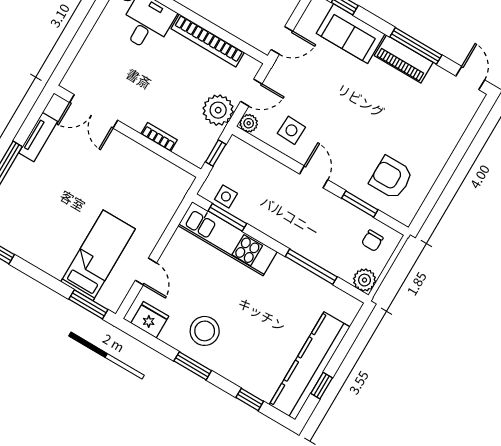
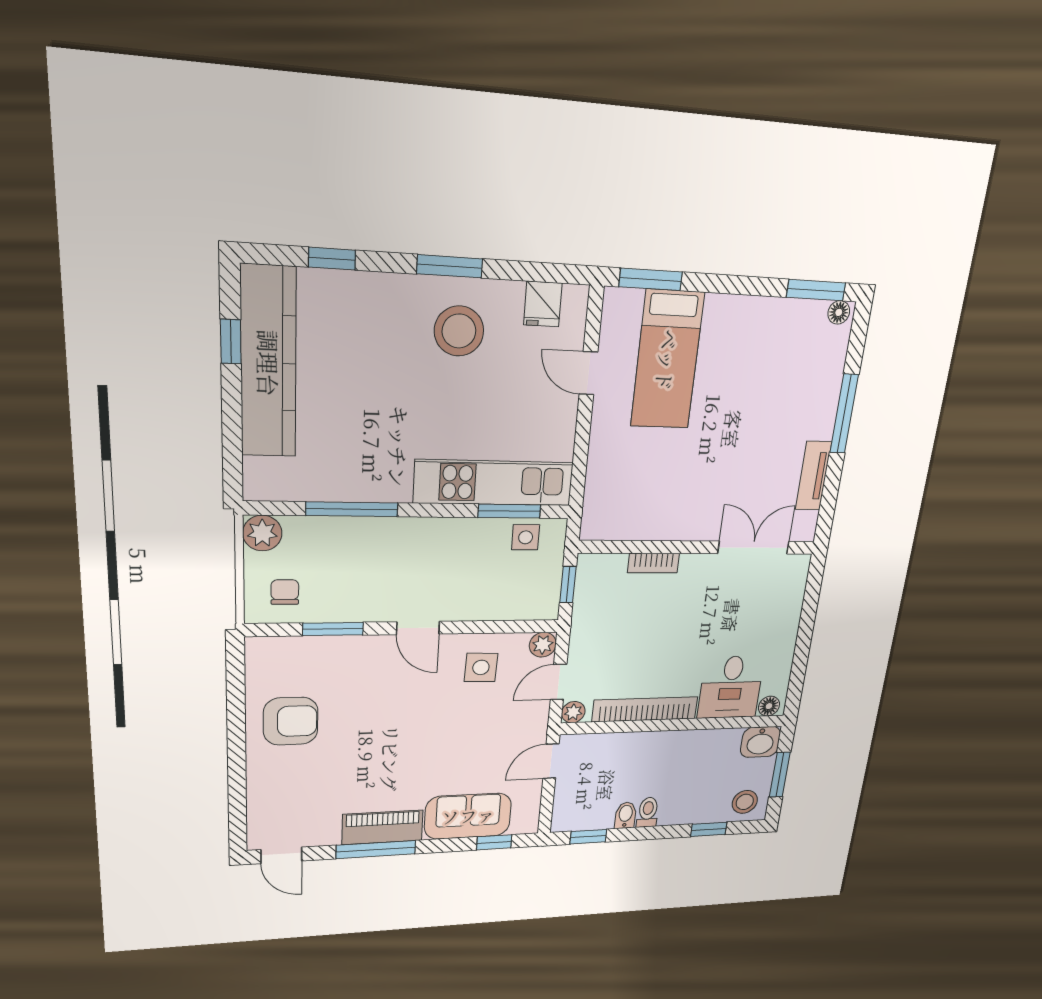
plant: (218, 110) -> (573, 712), moved, width x0.53, depth x0.53
armchair: (391, 178) -> (291, 721), moved
fridge: (150, 320) -> (543, 304), width x0.72

